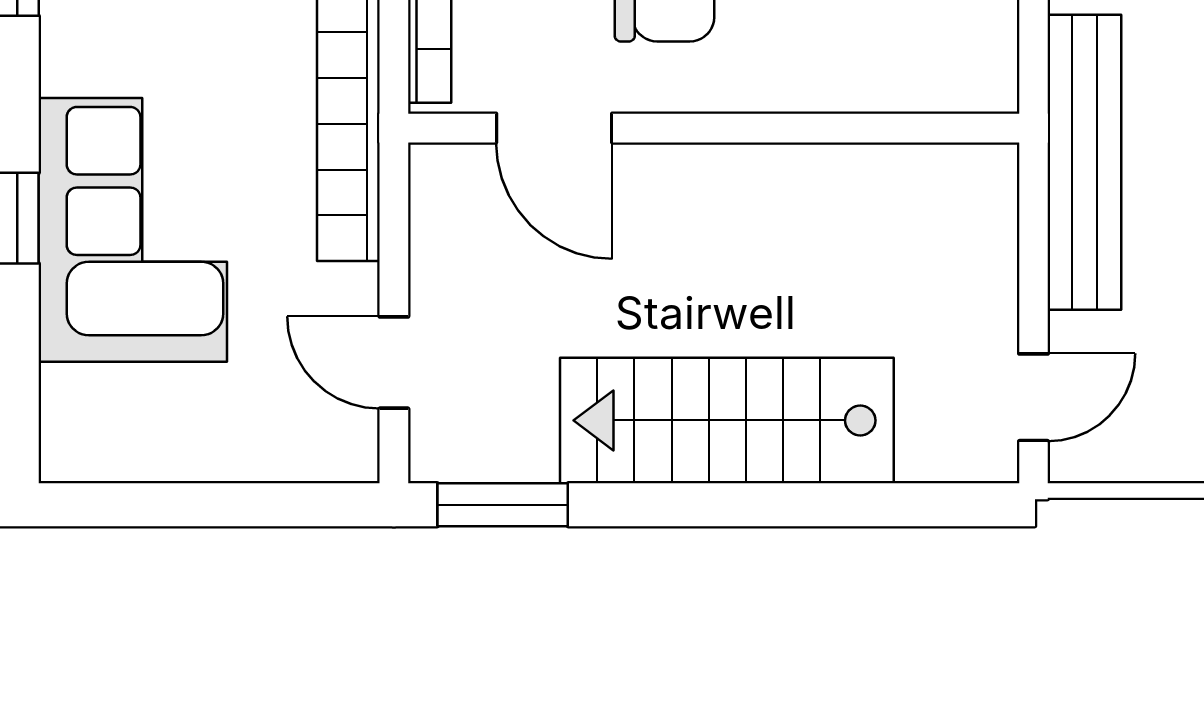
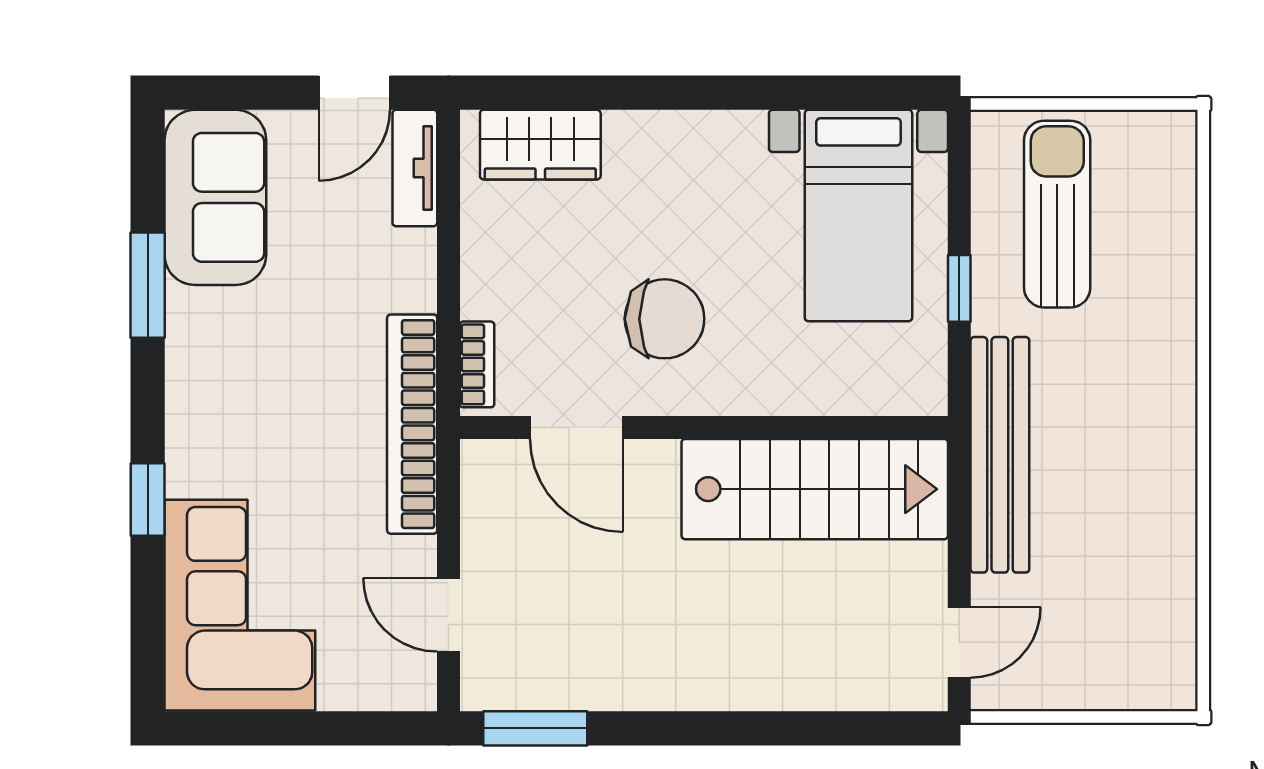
corner sofa: (133, 230) -> (240, 605), moved
stairs: (727, 420) -> (815, 489), moved, turned 180

